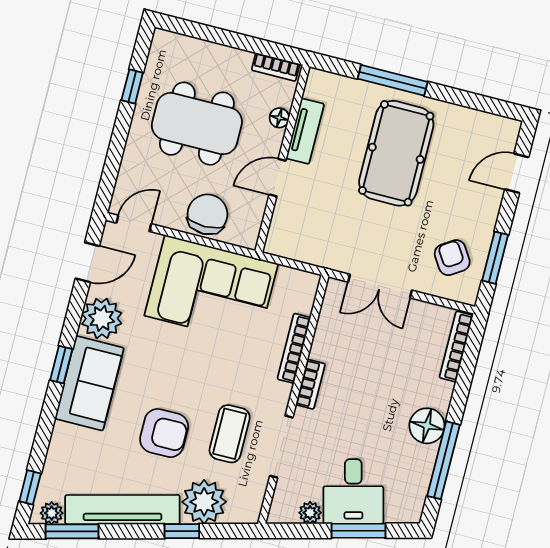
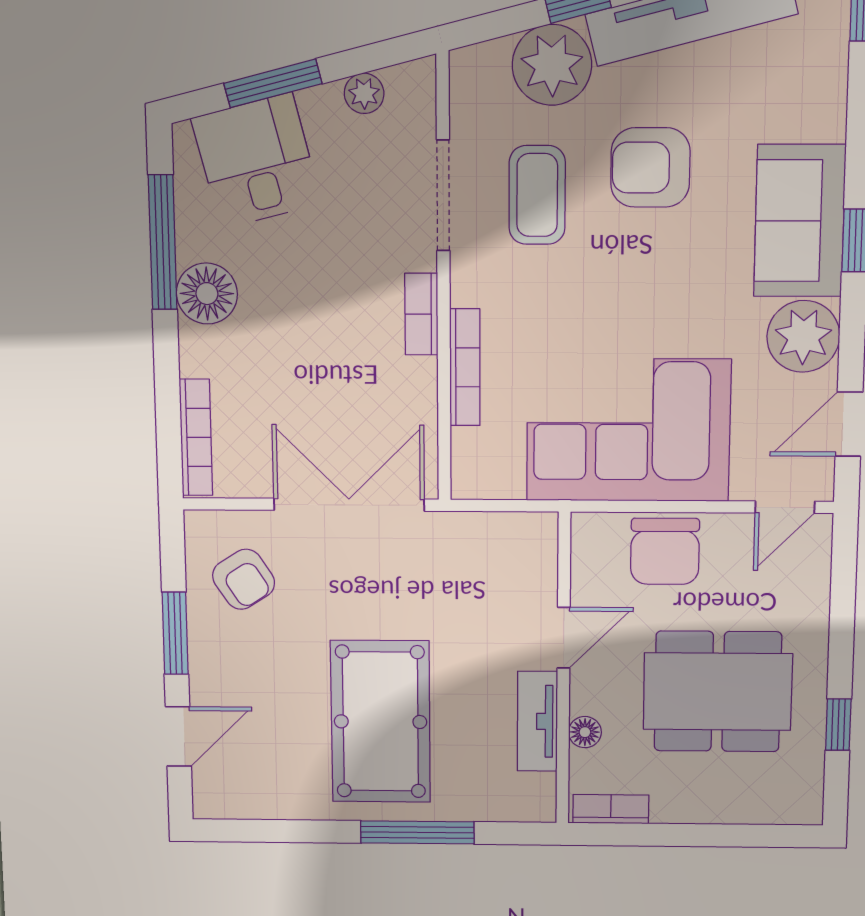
window: (495, 258) -> (175, 633), moved
double door: (380, 286) -> (349, 505), width x1.37
desk: (353, 491) -> (256, 161), moved

